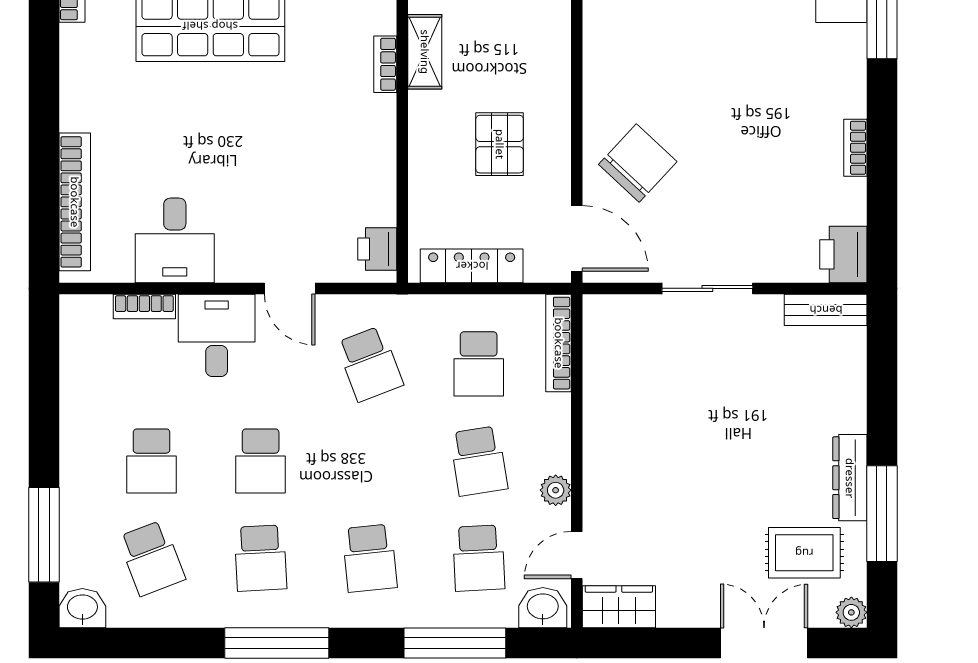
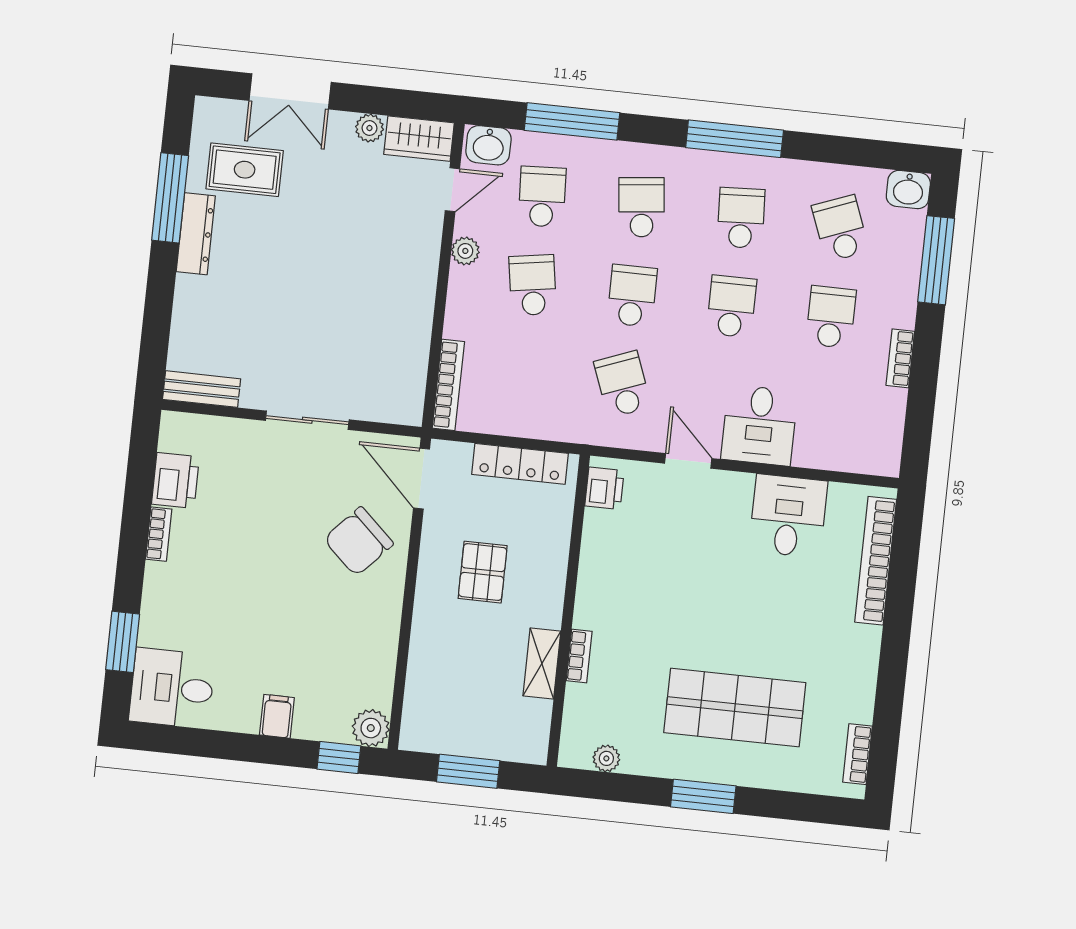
printer: (843, 254) -> (175, 480), moved
bookcase: (144, 307) -> (900, 358), moved, turned -90
school desk: (479, 364) -> (632, 296), moved
plant: (851, 612) -> (369, 128), moved

